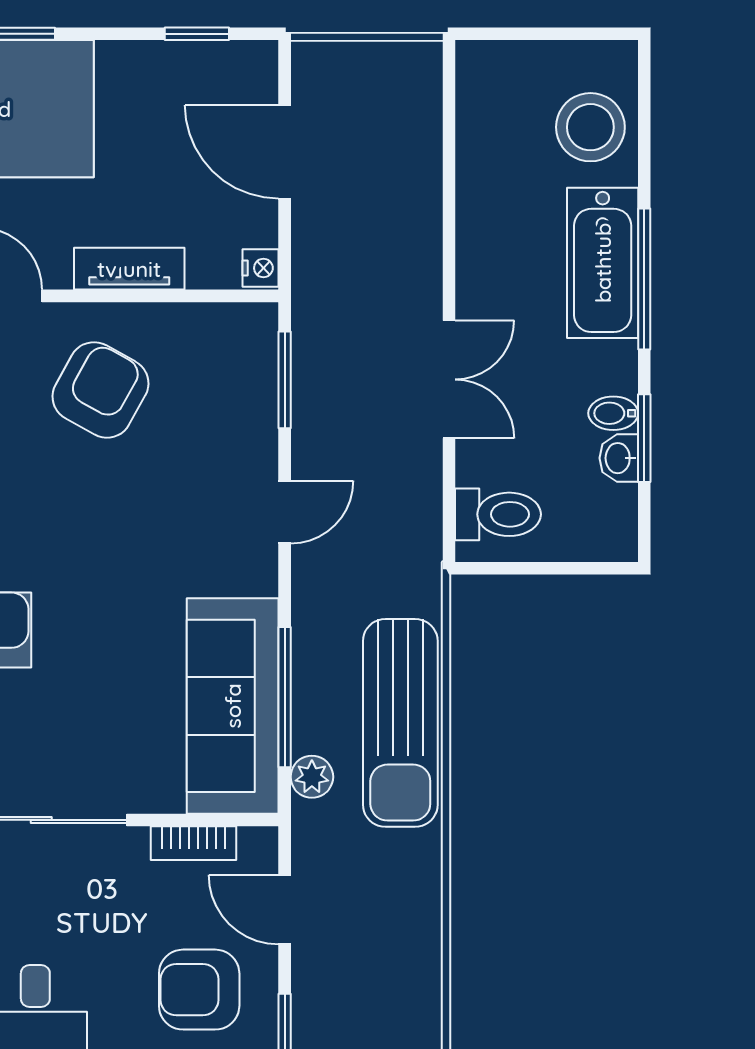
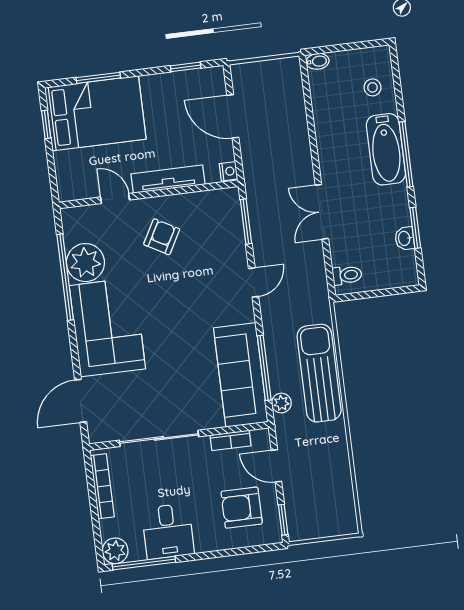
stool: (590, 127) -> (372, 87), width x0.53, depth x0.53
tv unit: (129, 269) -> (168, 179), width x1.41
double door: (449, 379) -> (322, 212), swing flipped
armchair: (100, 390) -> (162, 237), width x0.72, depth x0.72
bidet: (613, 413) -> (318, 61), moved, turned 180
toilet: (498, 514) -> (347, 275), width x0.73, depth x0.72
sun lounger: (400, 723) -> (319, 373), turned 180

